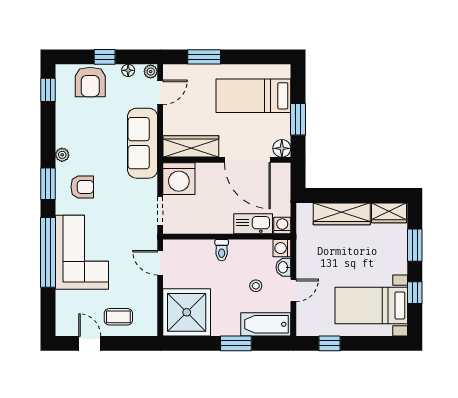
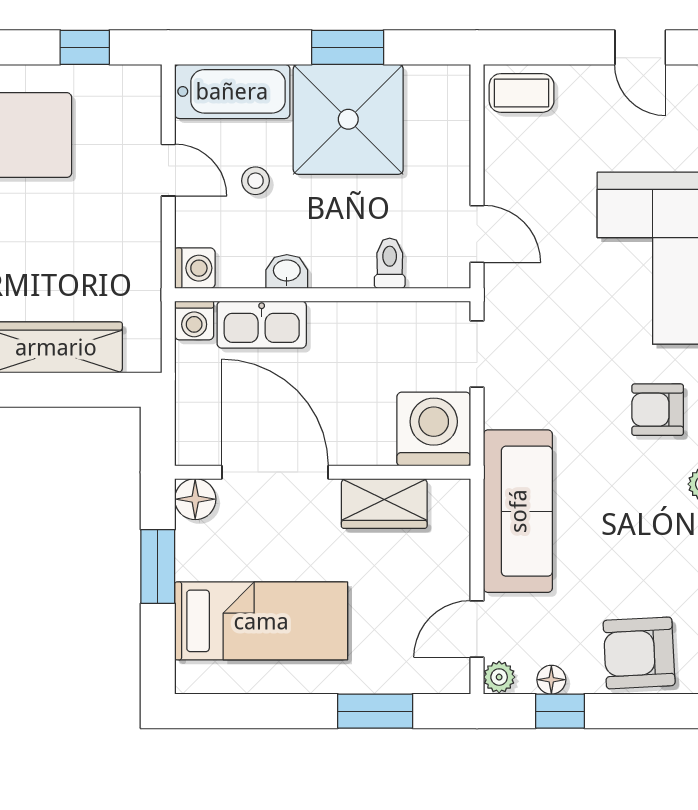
window: (105, 57) -> (560, 711), moved
armchair: (90, 82) -> (639, 653), turned -93
wardrobe: (191, 146) -> (384, 503), width x0.67
toilet: (222, 250) -> (390, 263), moved
washbasin: (283, 267) -> (287, 271), moved, turned -90
door: (293, 290) -> (168, 170), swing flipped
shower: (187, 312) -> (348, 119), moved
coffee table: (118, 317) -> (522, 93), moved
window: (236, 343) -> (348, 47), moved

